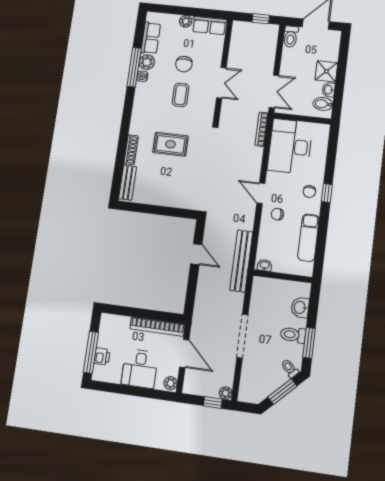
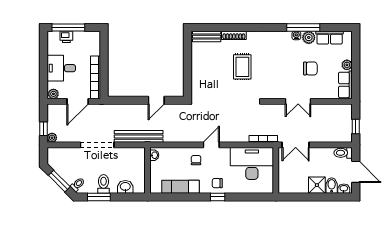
chair: (184, 64) -> (310, 68), turned 180
washbasin: (329, 90) -> (344, 189), moved
coffee table: (181, 95) -> (284, 69), removed
bidet: (323, 104) -> (332, 185), moved
bench: (241, 261) -> (139, 136), moved

